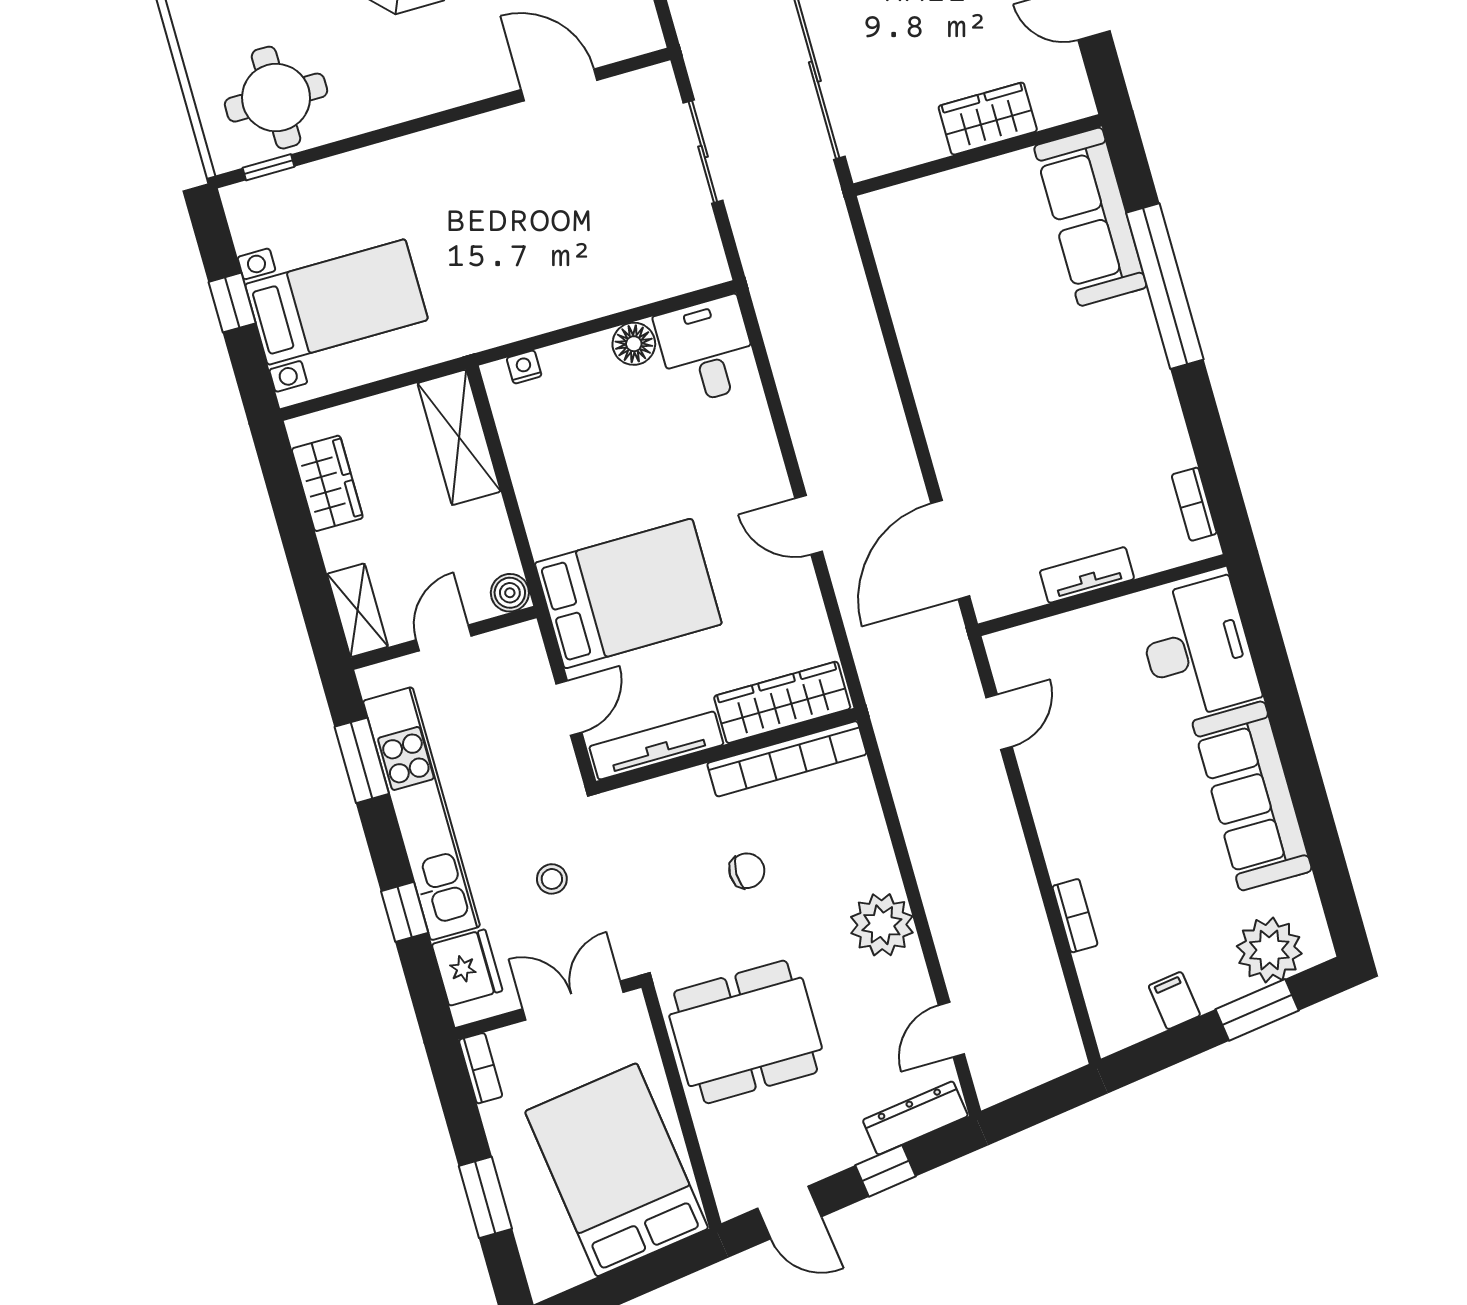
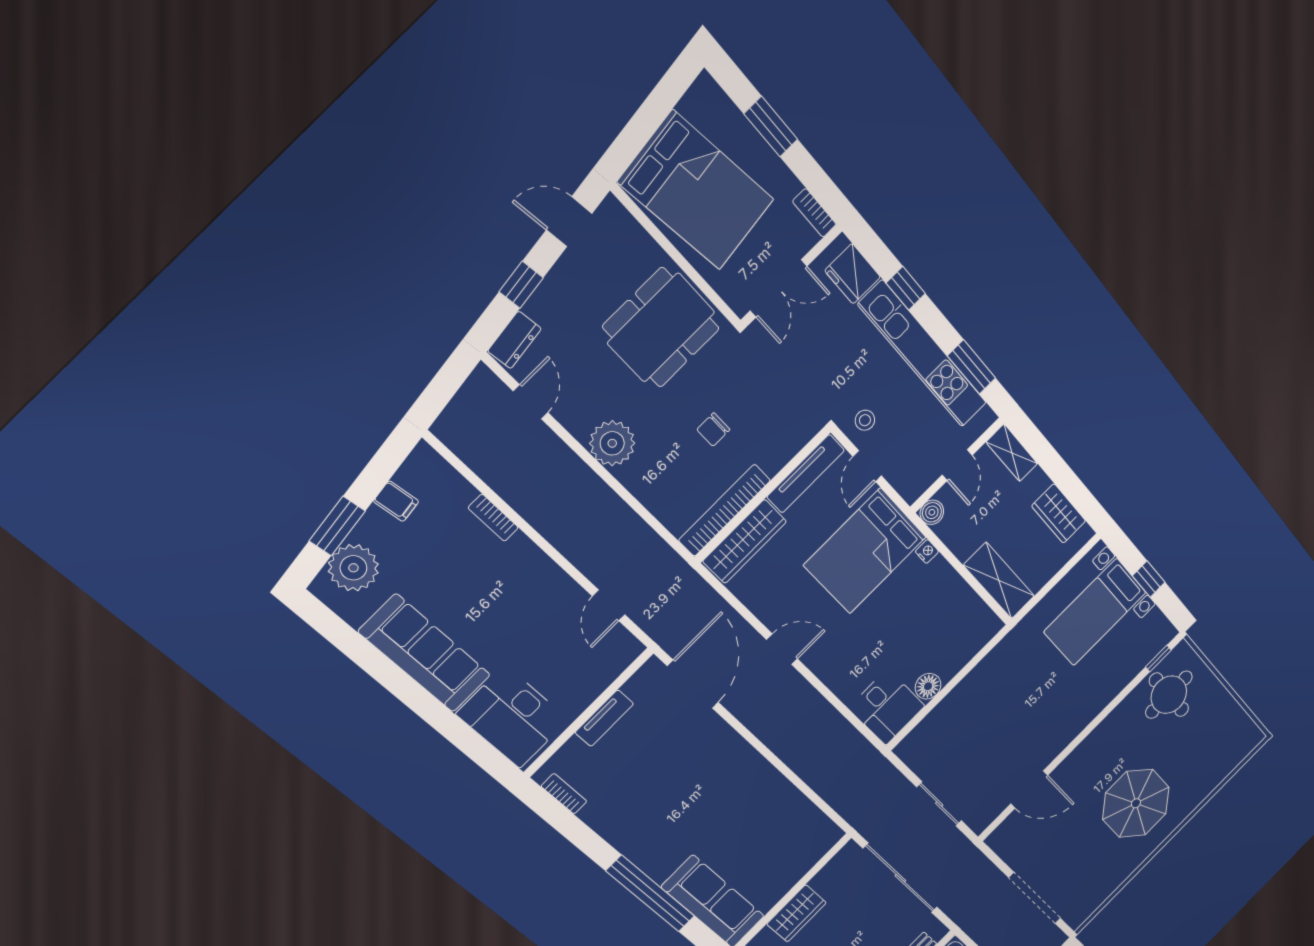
nightstand: (524, 367) -> (927, 551), moved, turned -90
stool: (552, 879) -> (865, 420), moved
dresser: (915, 1118) -> (515, 340), width x0.70

